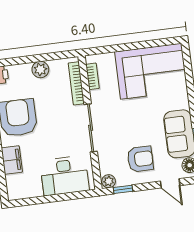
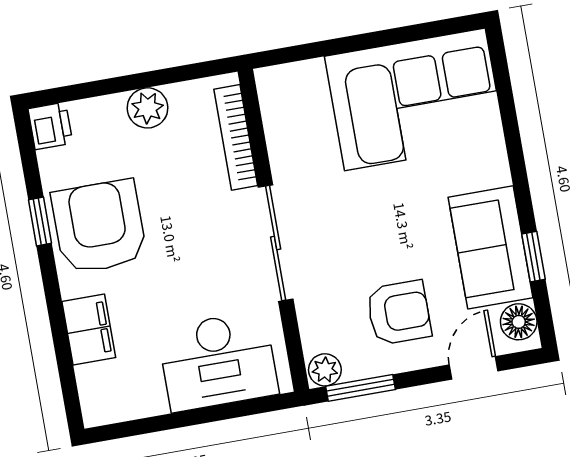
bookcase: (93, 76) -> (274, 118), removed
door: (170, 183) -> (474, 368), swing flipped
window: (123, 189) -> (361, 388), width x1.50

